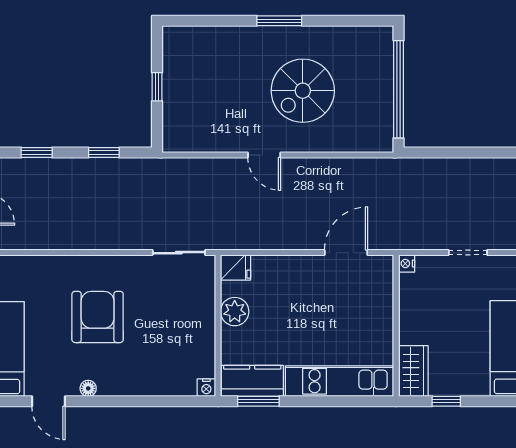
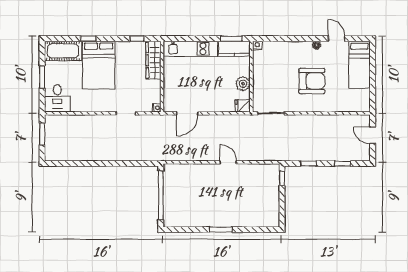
window: (157, 87) -> (282, 178), moved
spiral stairs: (303, 91) -> (209, 195), removed
armchair: (98, 317) -> (312, 81), turned -90
wardrobe: (413, 371) -> (153, 60), width x1.50

